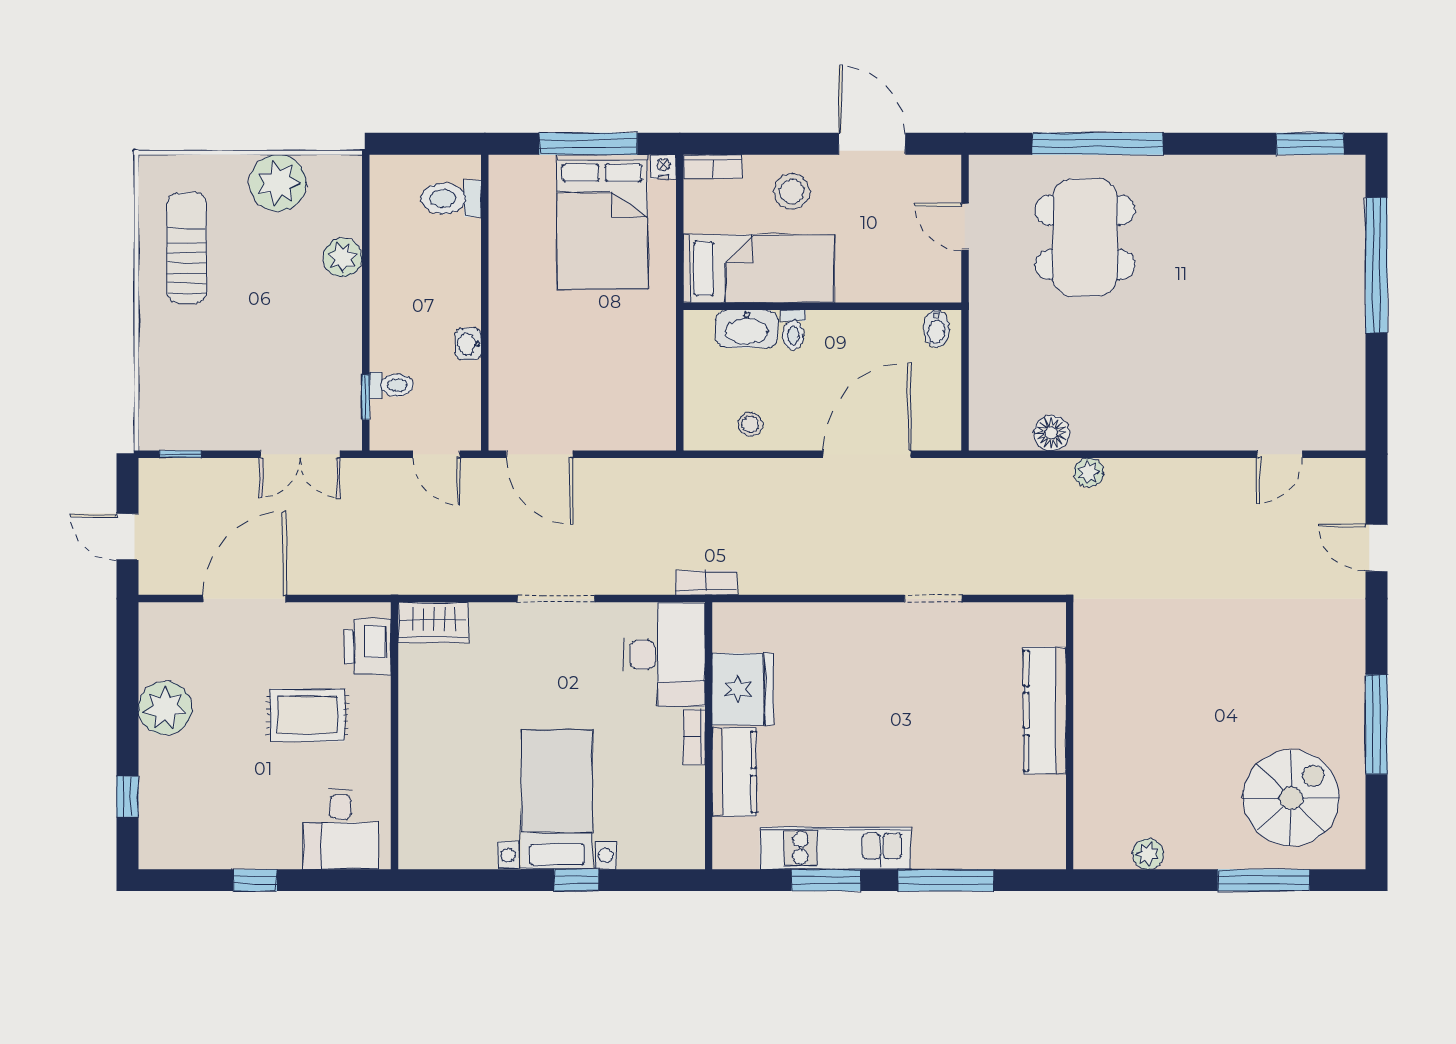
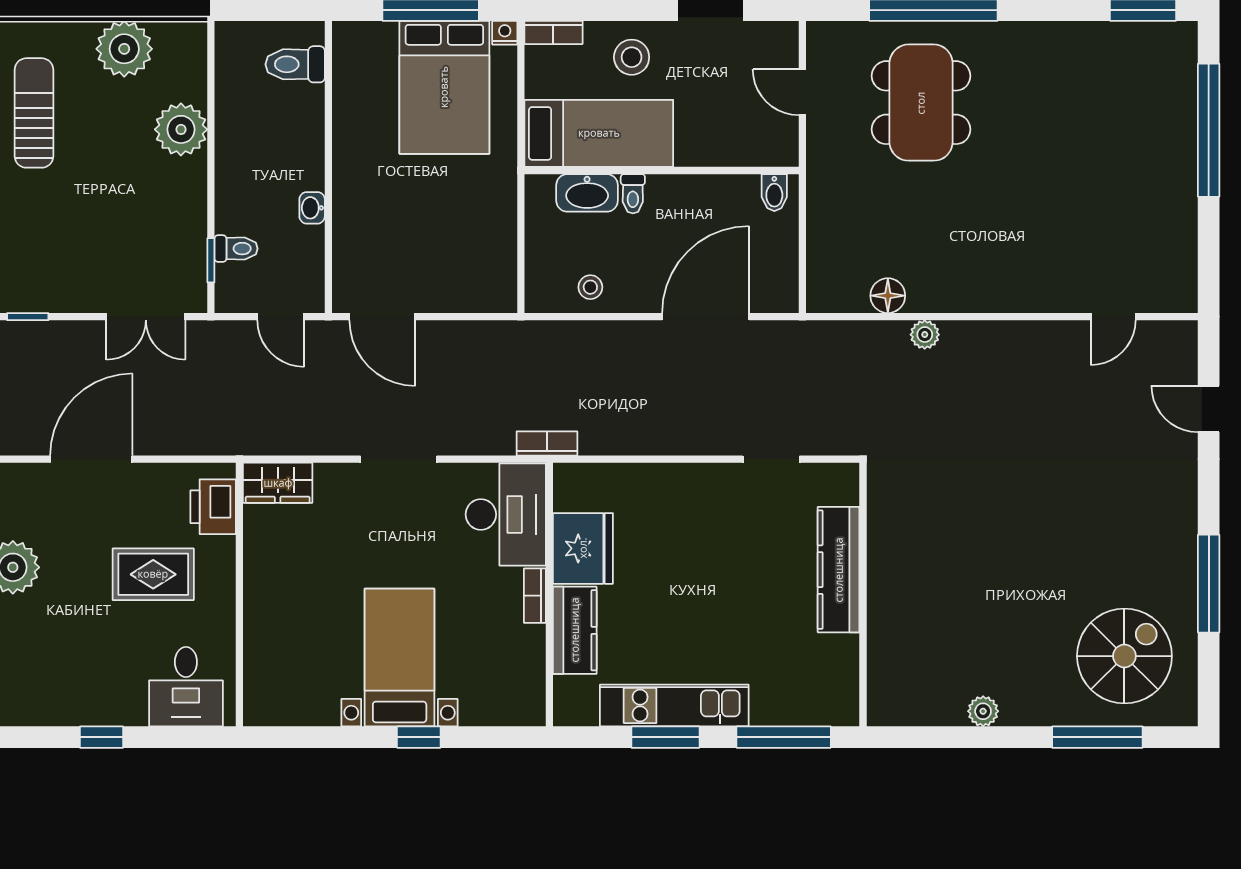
plant: (343, 258) -> (181, 129), width x1.36, depth x1.36
kitchen counter: (1045, 710) -> (839, 570), moved
wall: (1070, 736) -> (863, 595), moved

